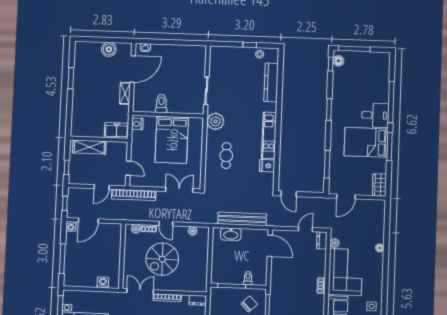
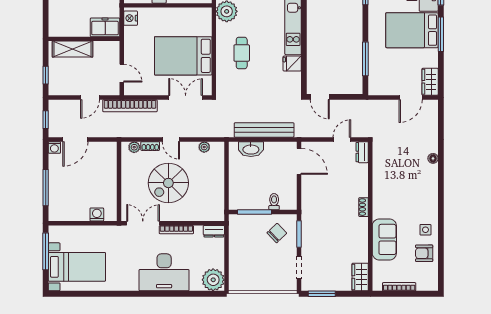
bed: (172, 140) -> (183, 56), moved, turned 90
door: (346, 197) -> (411, 98), moved
plant: (335, 243) -> (378, 155), removed
corner sofa: (345, 272) -> (392, 190), removed

